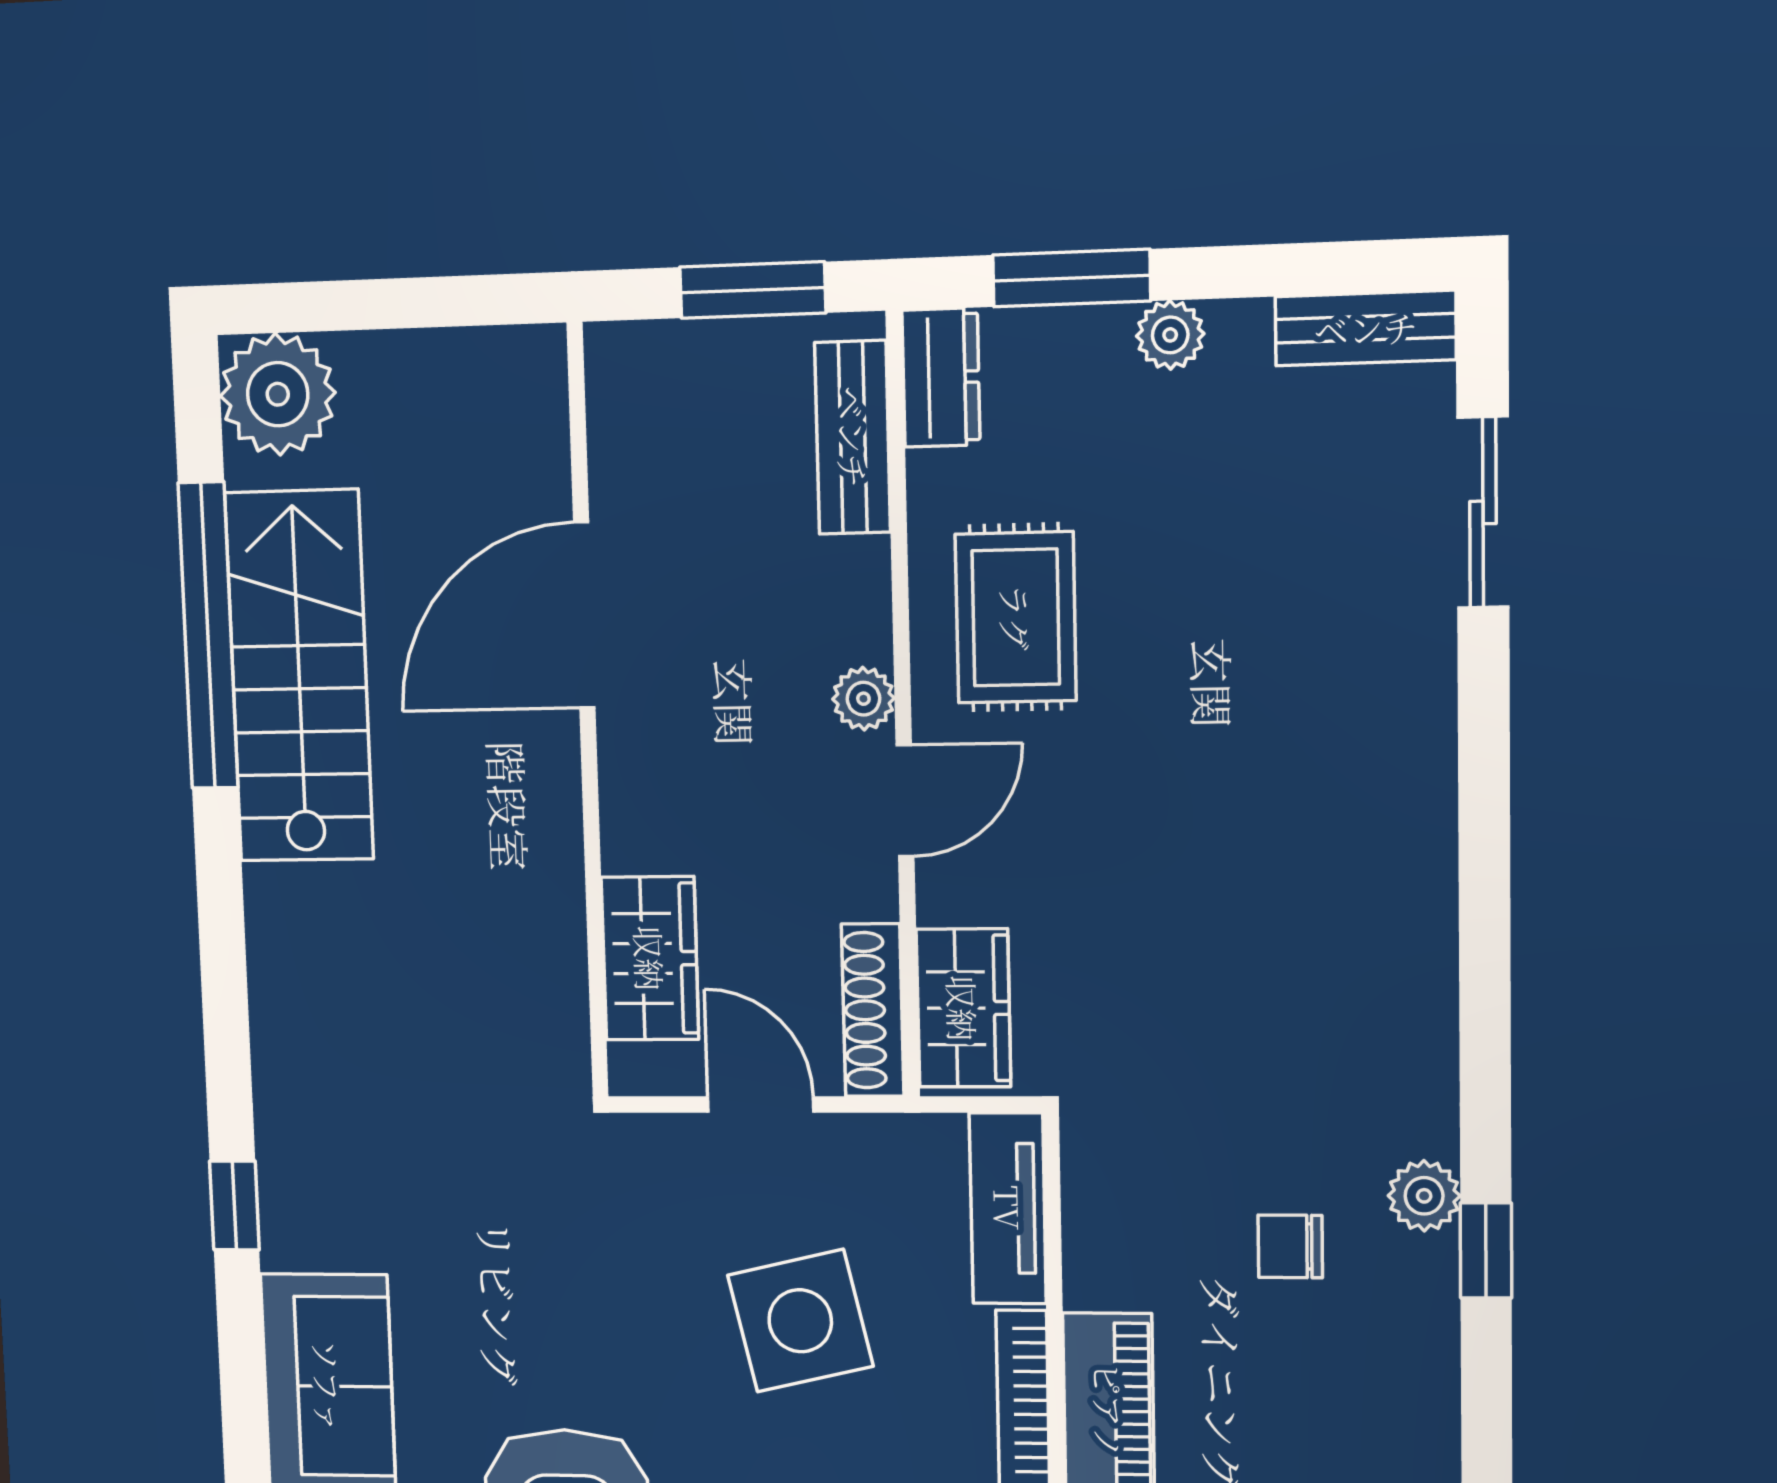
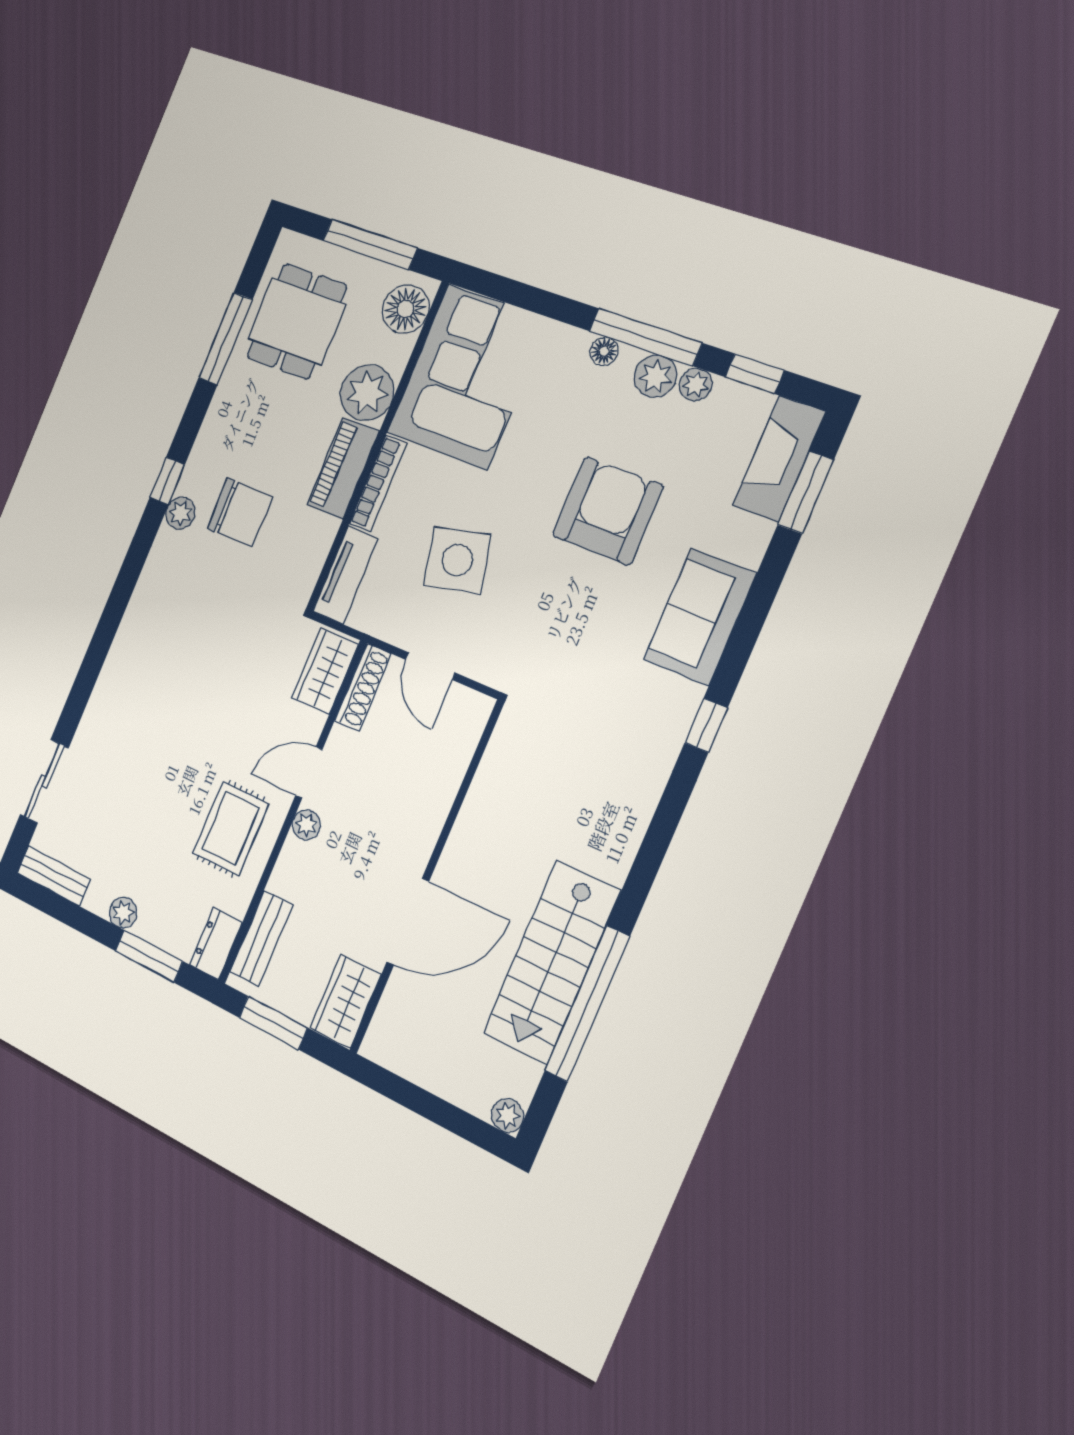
plant: (278, 394) -> (508, 1116), width x0.53, depth x0.53
wardrobe: (650, 958) -> (345, 1001), moved
chair: (1290, 1246) -> (240, 512), width x1.87, depth x1.87

